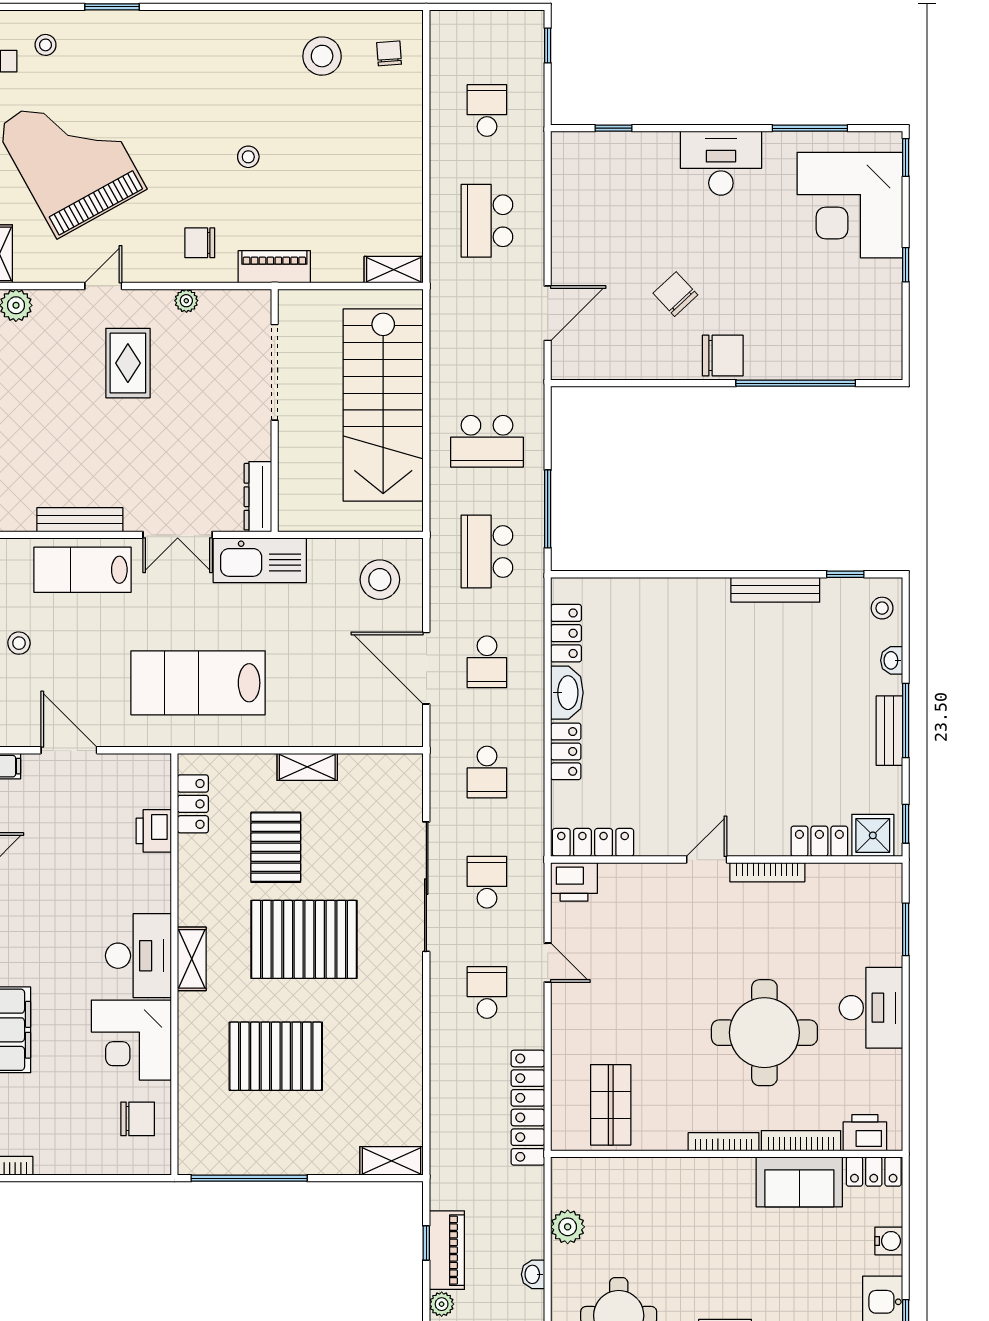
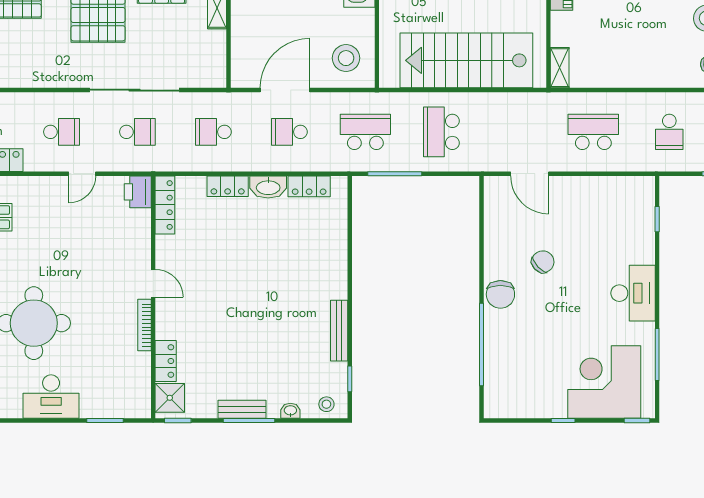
school desk: (487, 111) -> (669, 132), turned 90

